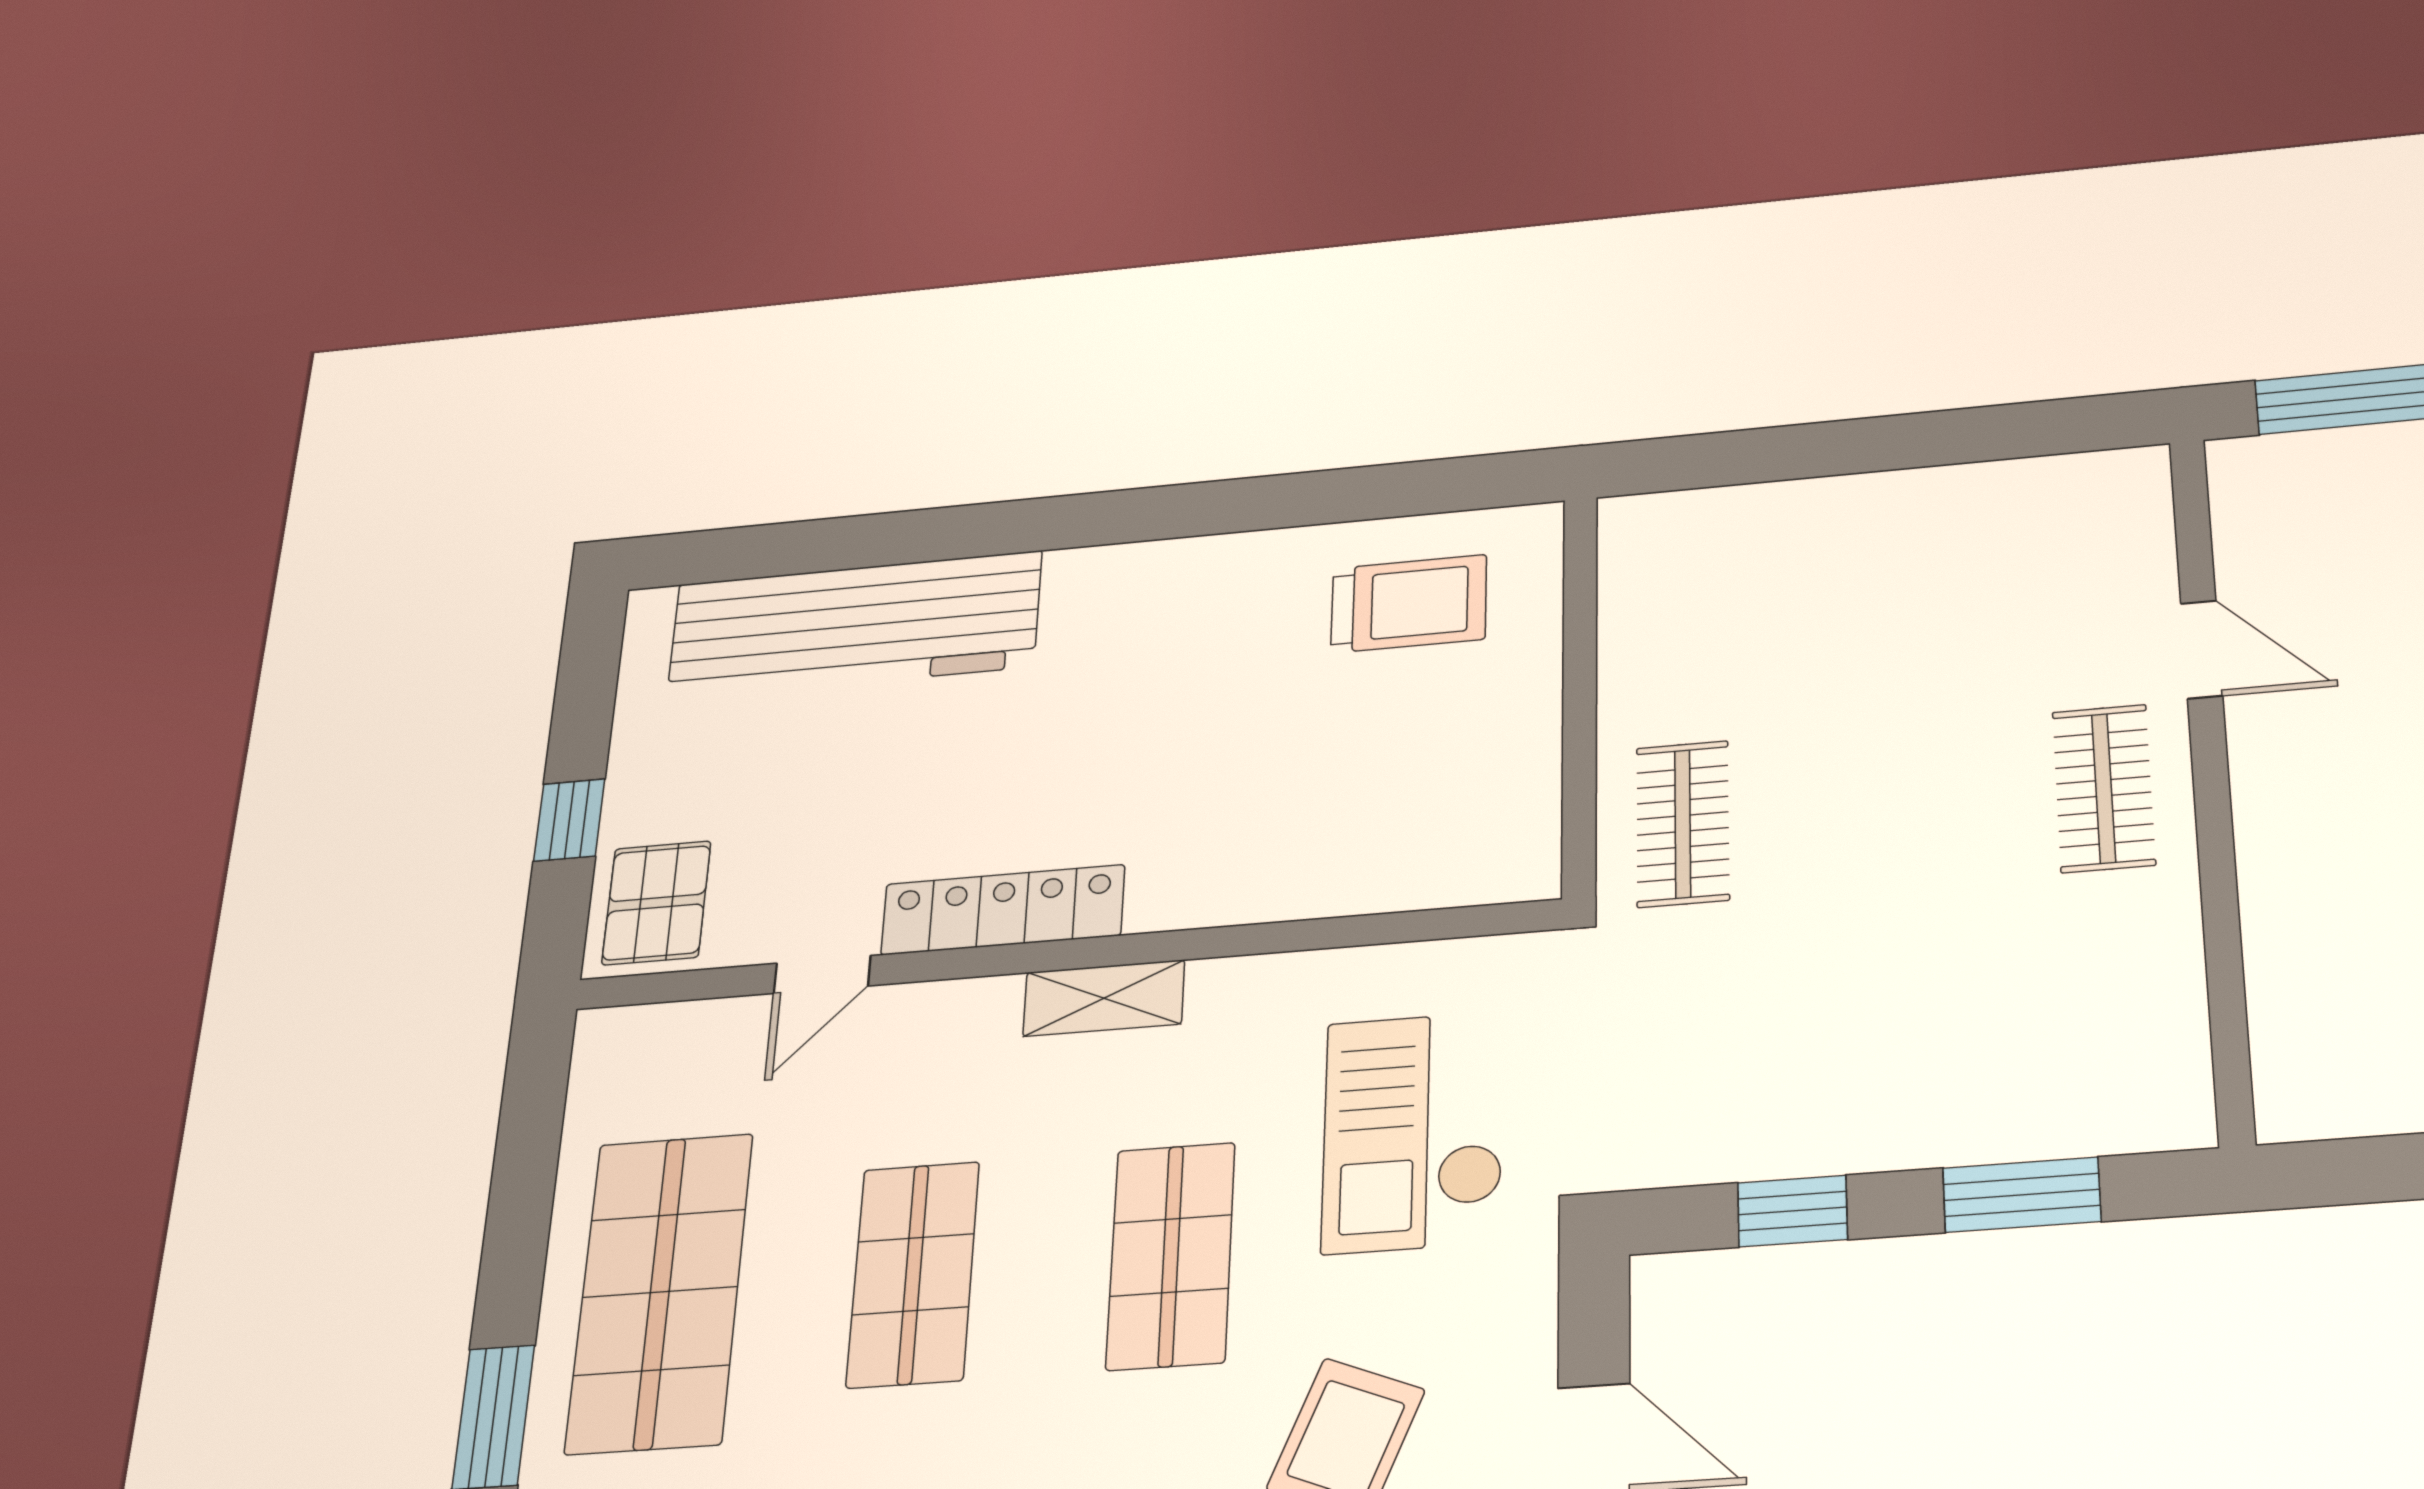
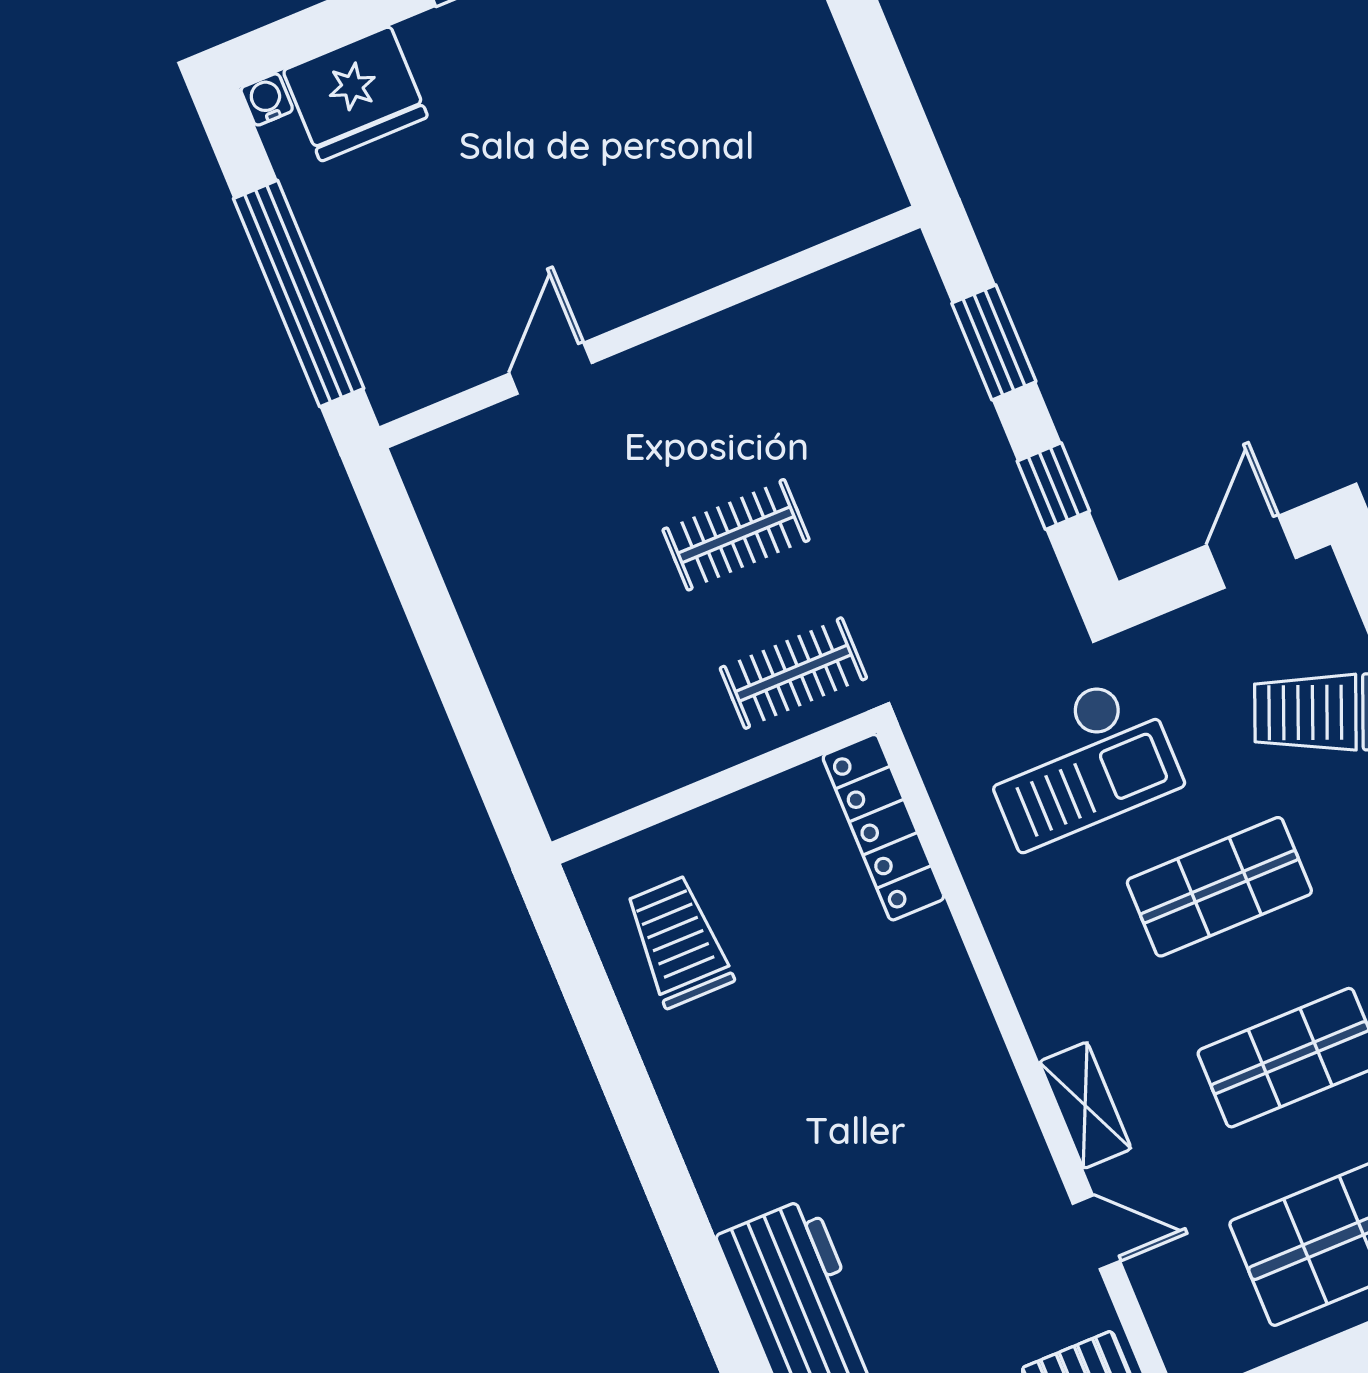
clothes rail: (2104, 788) -> (736, 535), moved
locker: (1003, 910) -> (883, 827), moved
shelving: (1104, 998) -> (1085, 1105), moved

